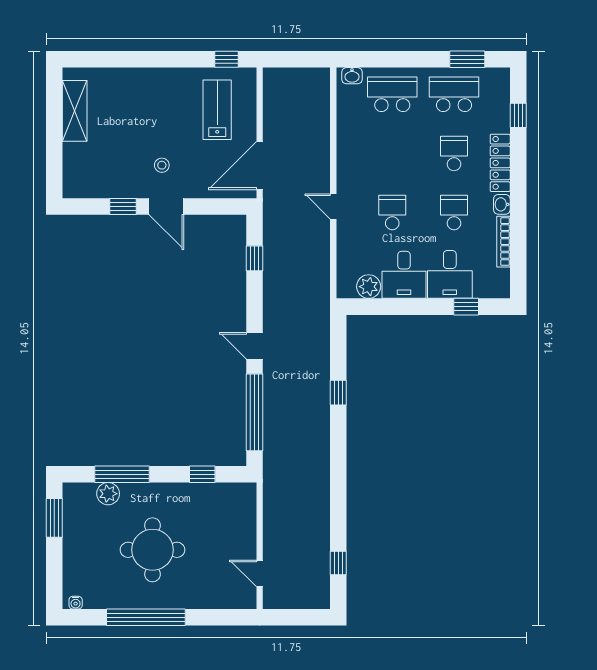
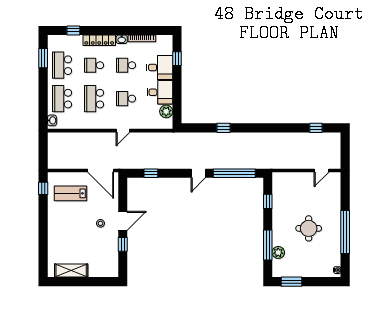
school desk: (392, 153) -> (94, 99), added
round table: (152, 550) -> (309, 228), width x0.73, depth x0.73

